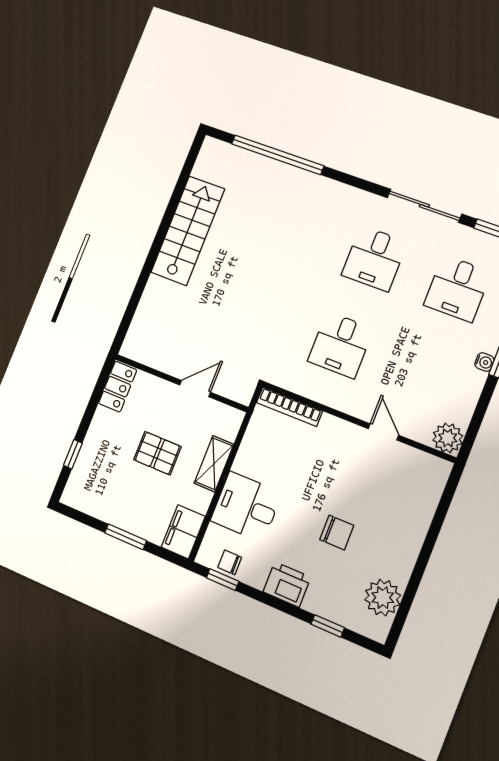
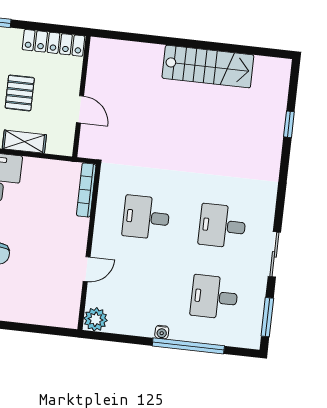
window: (277, 155) -> (289, 124), width x0.32
sliding door: (424, 206) -> (274, 254), width x0.73
locker: (118, 387) -> (54, 43), width x1.53

